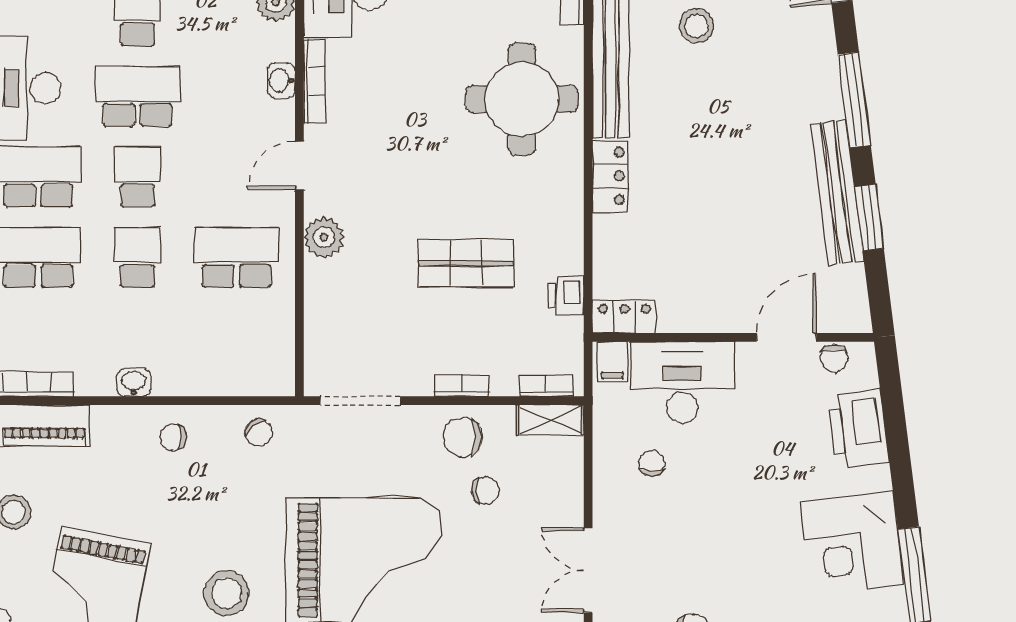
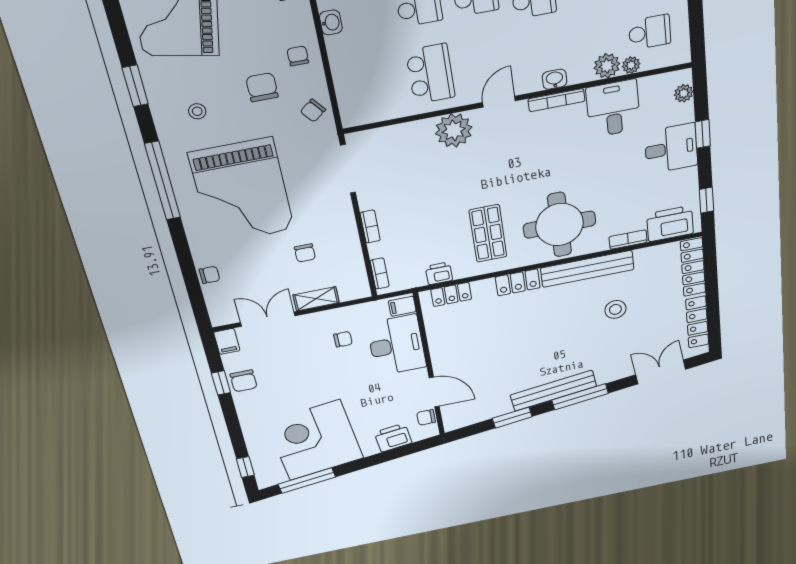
door: (299, 165) -> (499, 102), hinge flipped
bench: (837, 192) -> (553, 391), moved
plant: (324, 237) -> (454, 130), width x1.36, depth x1.36
shop shelf: (466, 263) -> (488, 233), moved
locker: (624, 317) -> (451, 294), moved, turned 90
shelving: (550, 420) -> (316, 299), moved, turned 90
printer: (858, 429) -> (393, 438), width x0.73, depth x0.84
chair: (463, 437) -> (262, 87), moved
corner desk: (852, 543) -> (315, 440), width x1.36, depth x1.36
stool: (227, 593) -> (197, 111), width x0.53, depth x0.53

